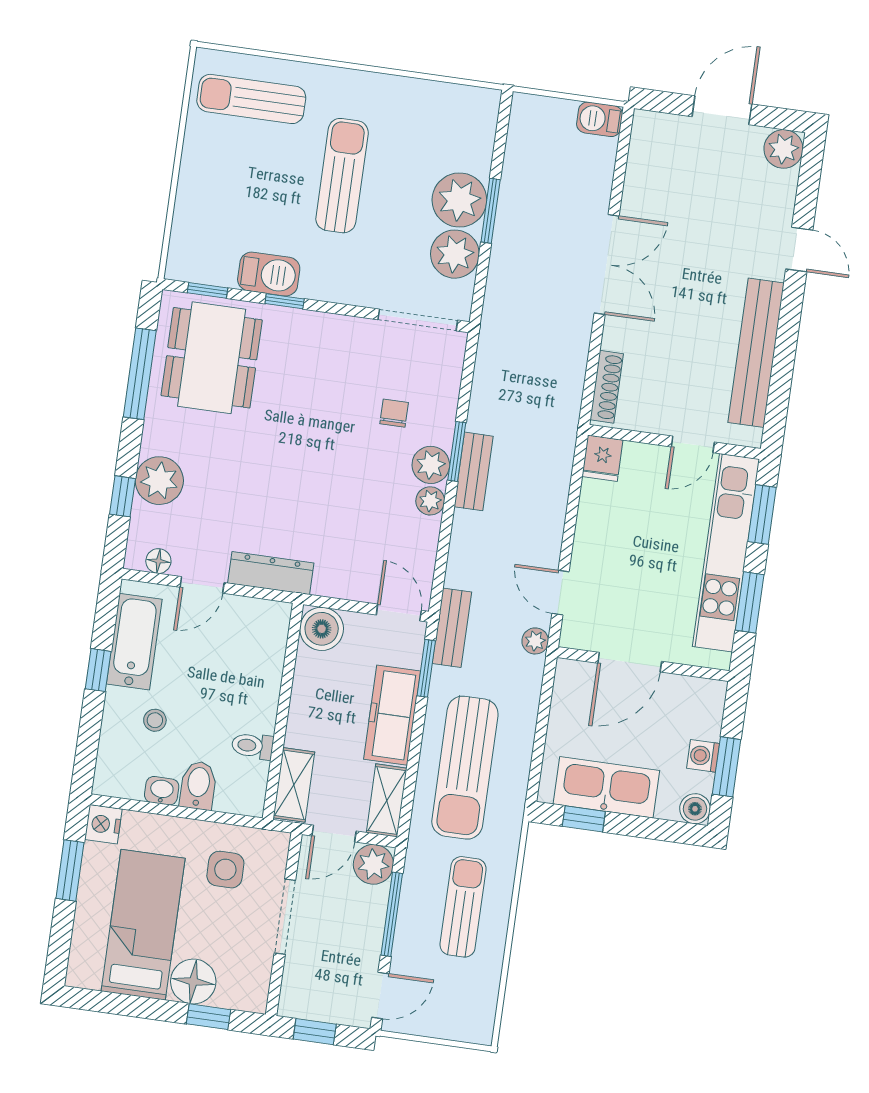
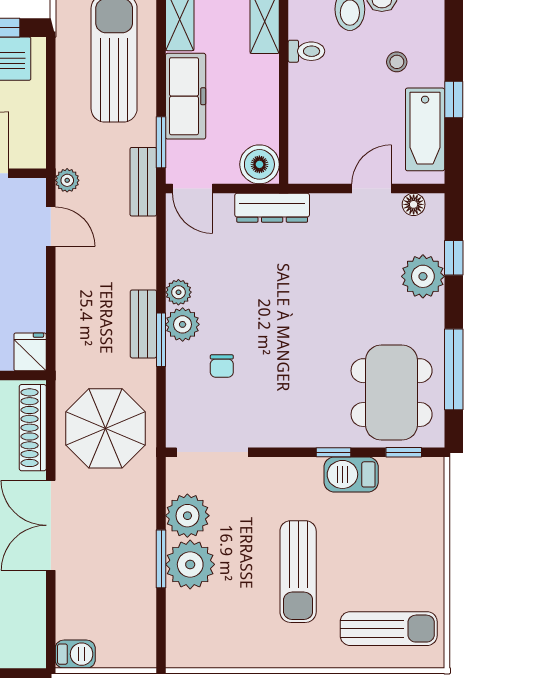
parasol: (531, 363) -> (106, 428), added
shoe rack: (607, 387) -> (33, 428), width x1.36, depth x1.24
dresser: (271, 573) -> (272, 208), moved

